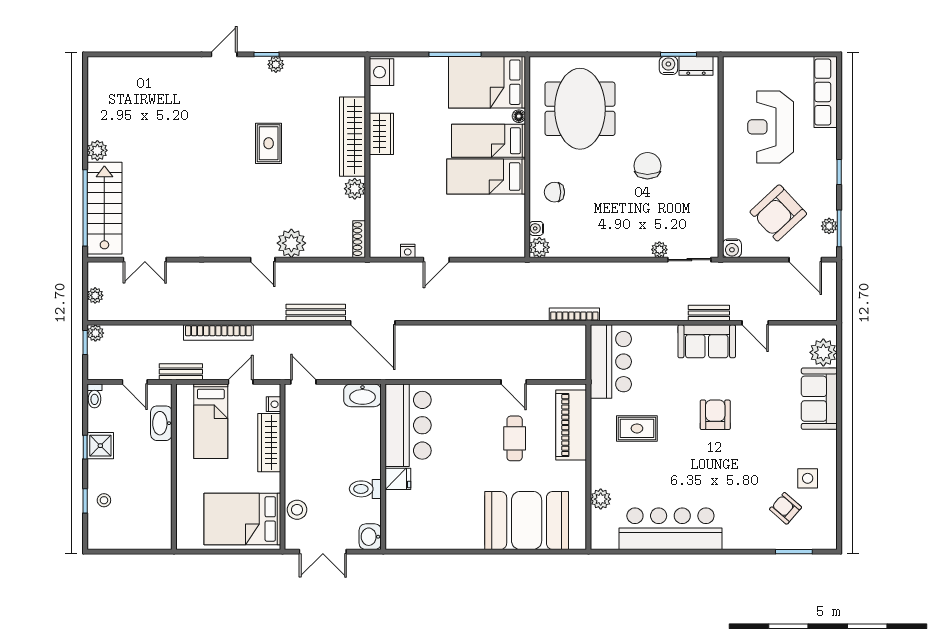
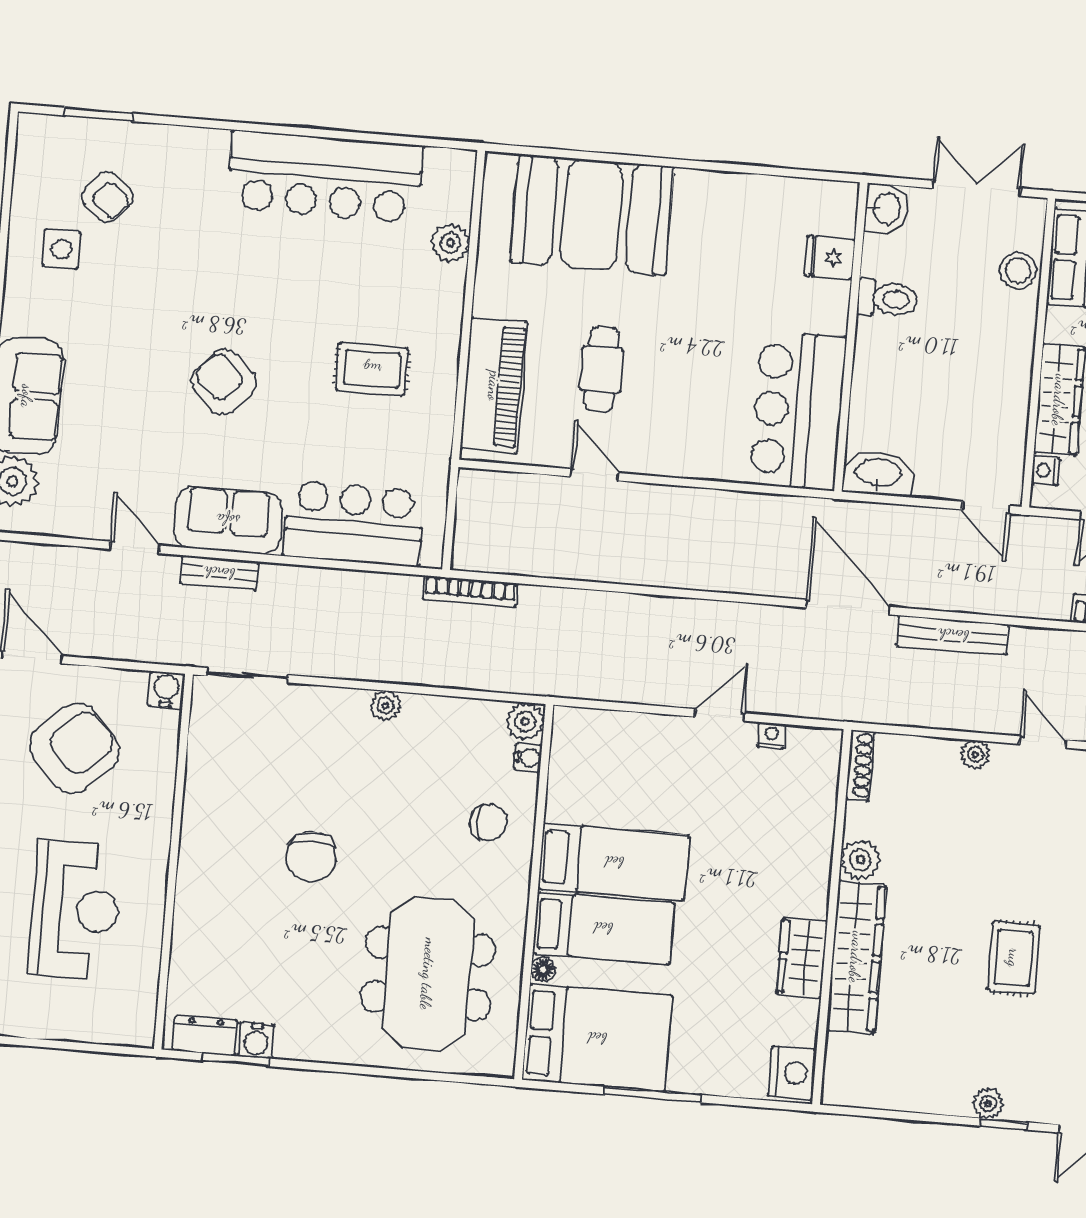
plant: (291, 243) -> (975, 755), width x0.53, depth x0.53
plant: (659, 250) -> (385, 706), moved
bar counter: (611, 362) -> (354, 524), moved, turned 90
armchair: (715, 415) -> (224, 382), turned 134
fridge: (398, 479) -> (830, 258), moved

